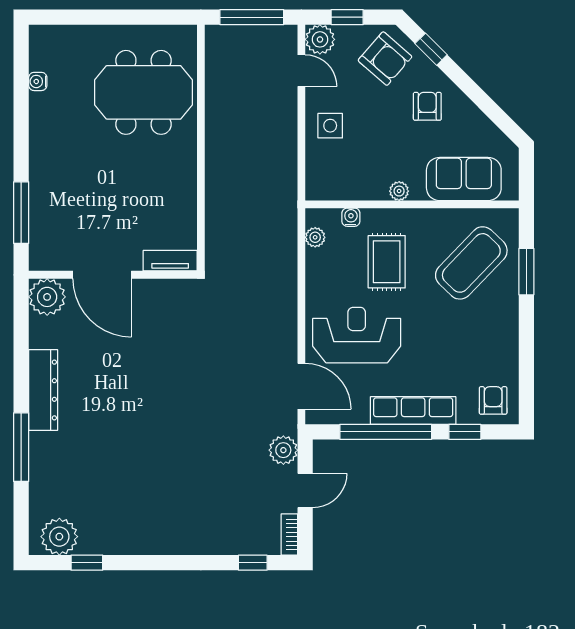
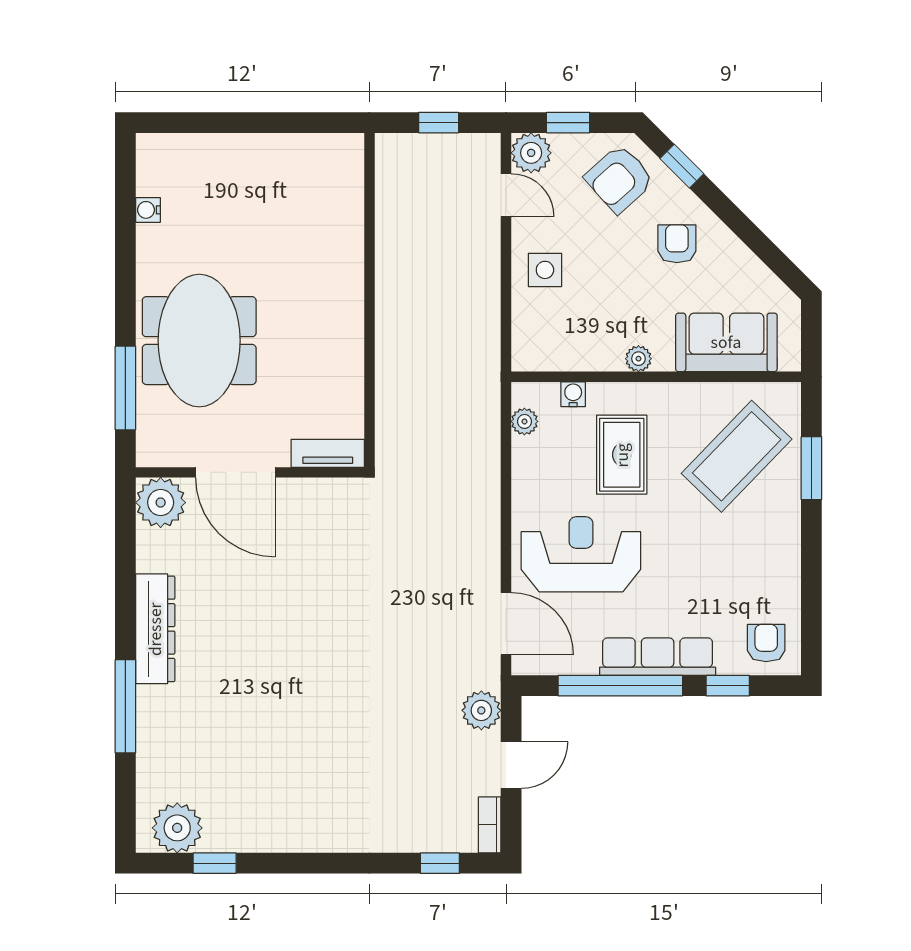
window: (252, 17) -> (439, 123), width x0.46
armchair: (385, 59) -> (619, 179), turned 97
meeting table: (144, 92) -> (199, 341), moved, turned 90

